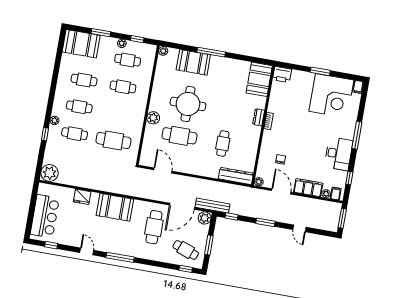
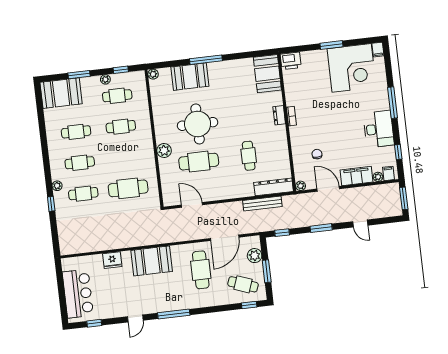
plant: (50, 173) -> (69, 245), removed
bench: (213, 206) -> (262, 204), moved
plant: (205, 218) -> (255, 256), moved
door: (87, 251) -> (135, 318), swing flipped

